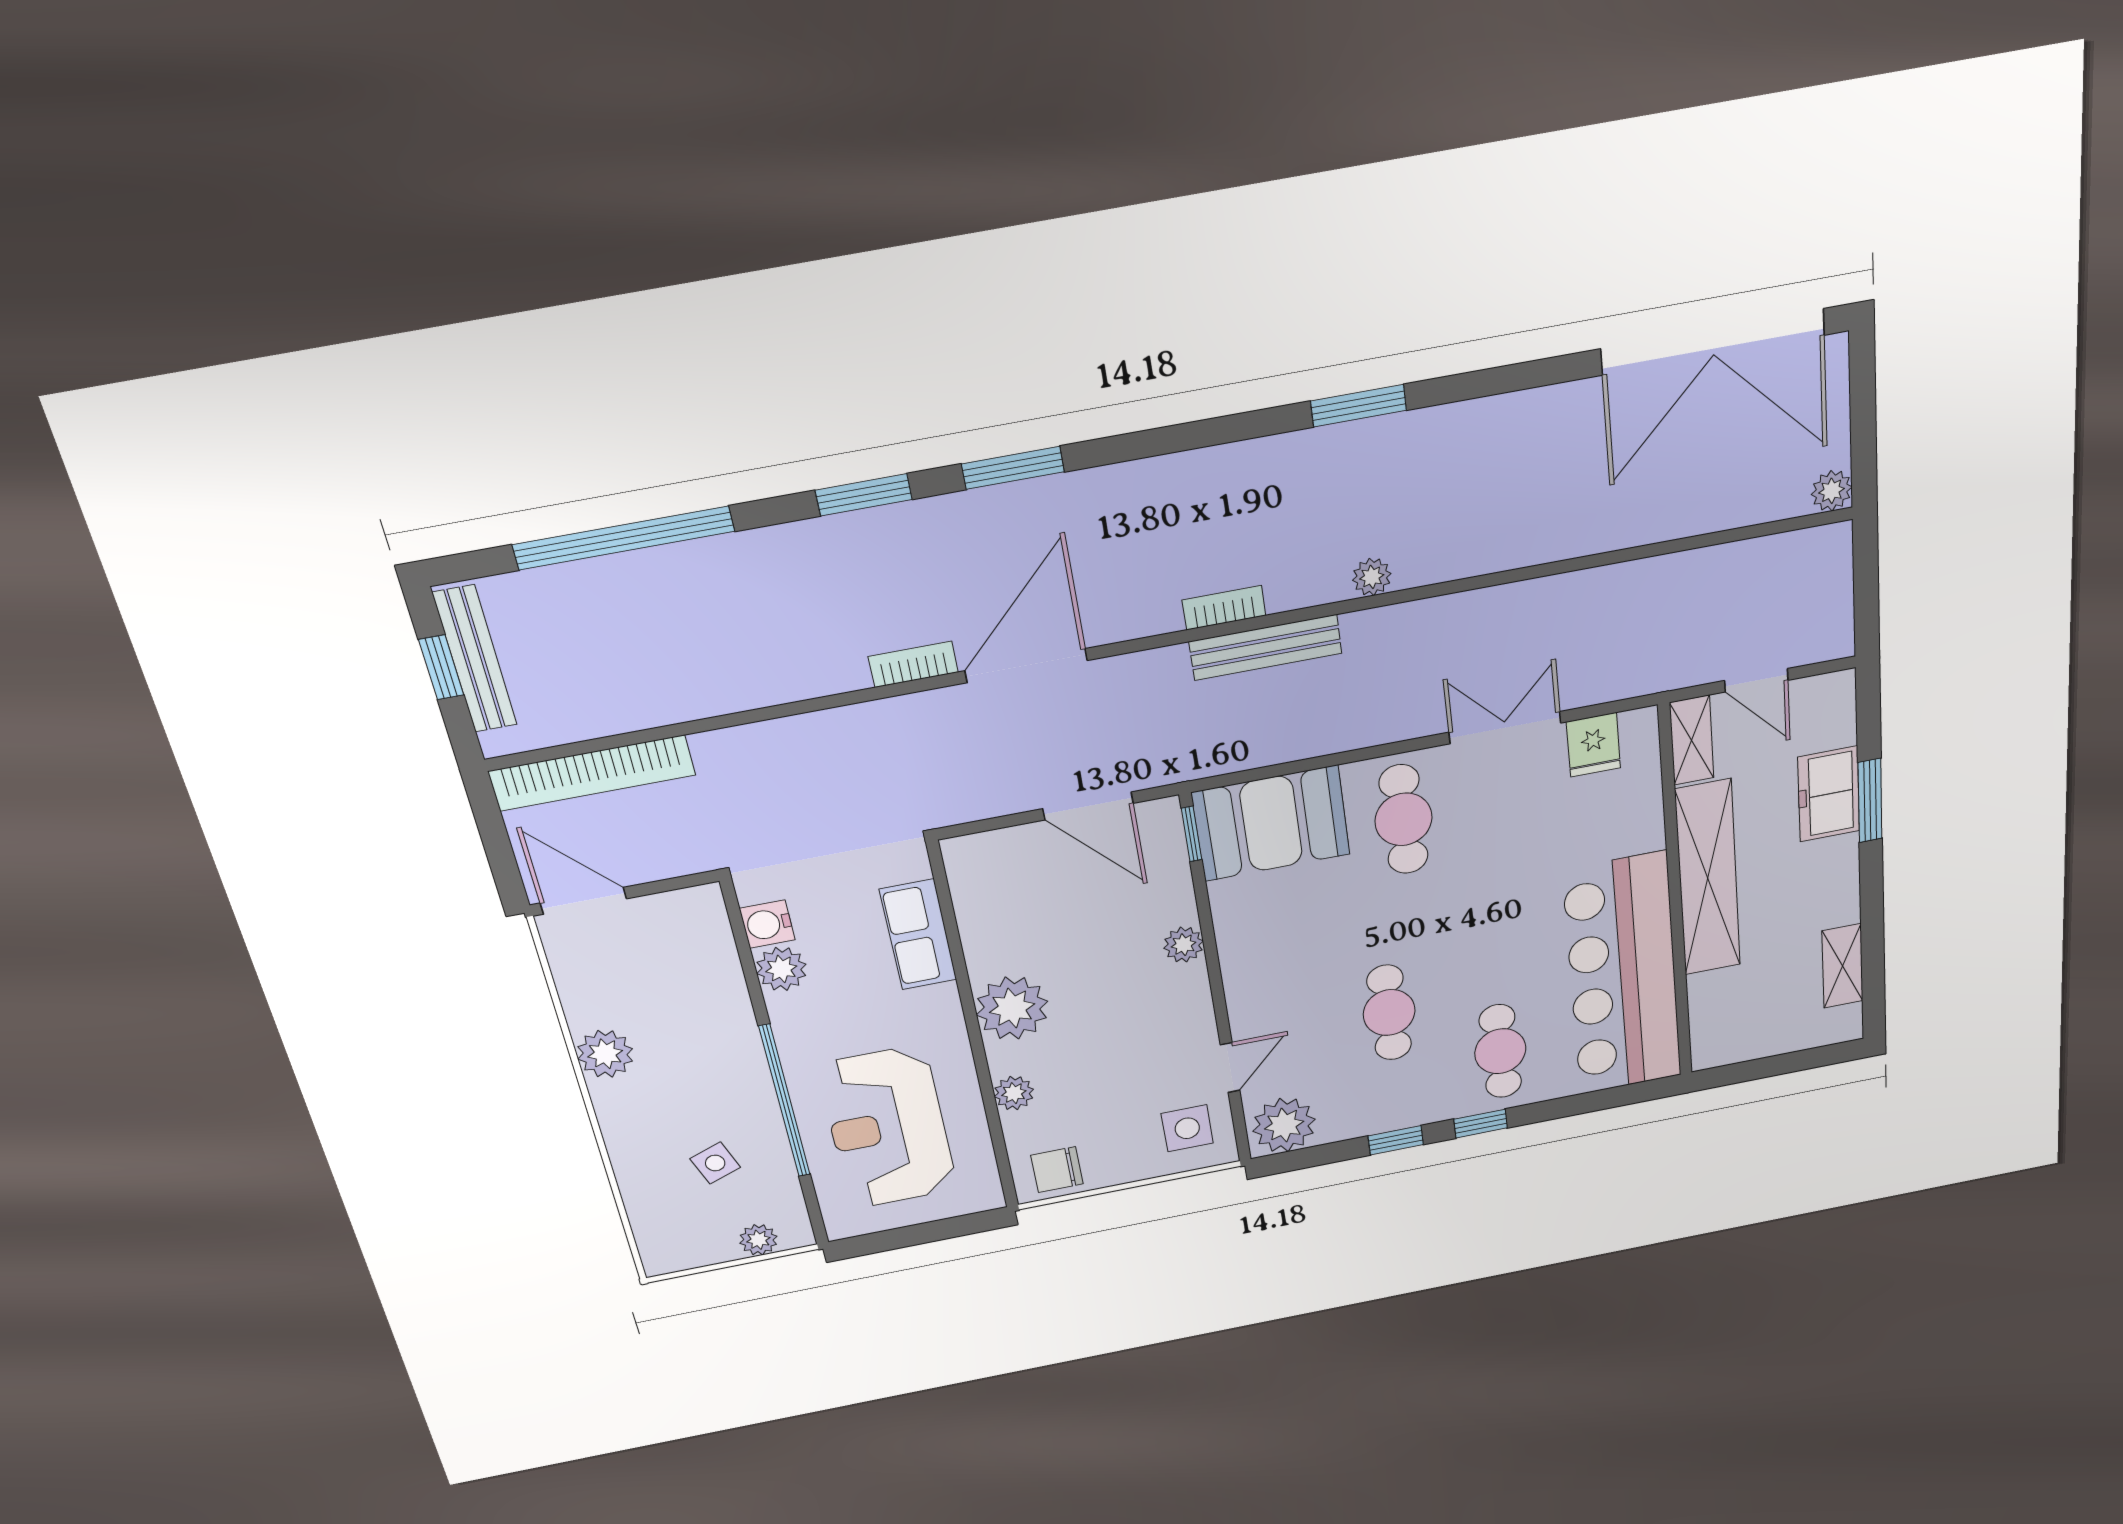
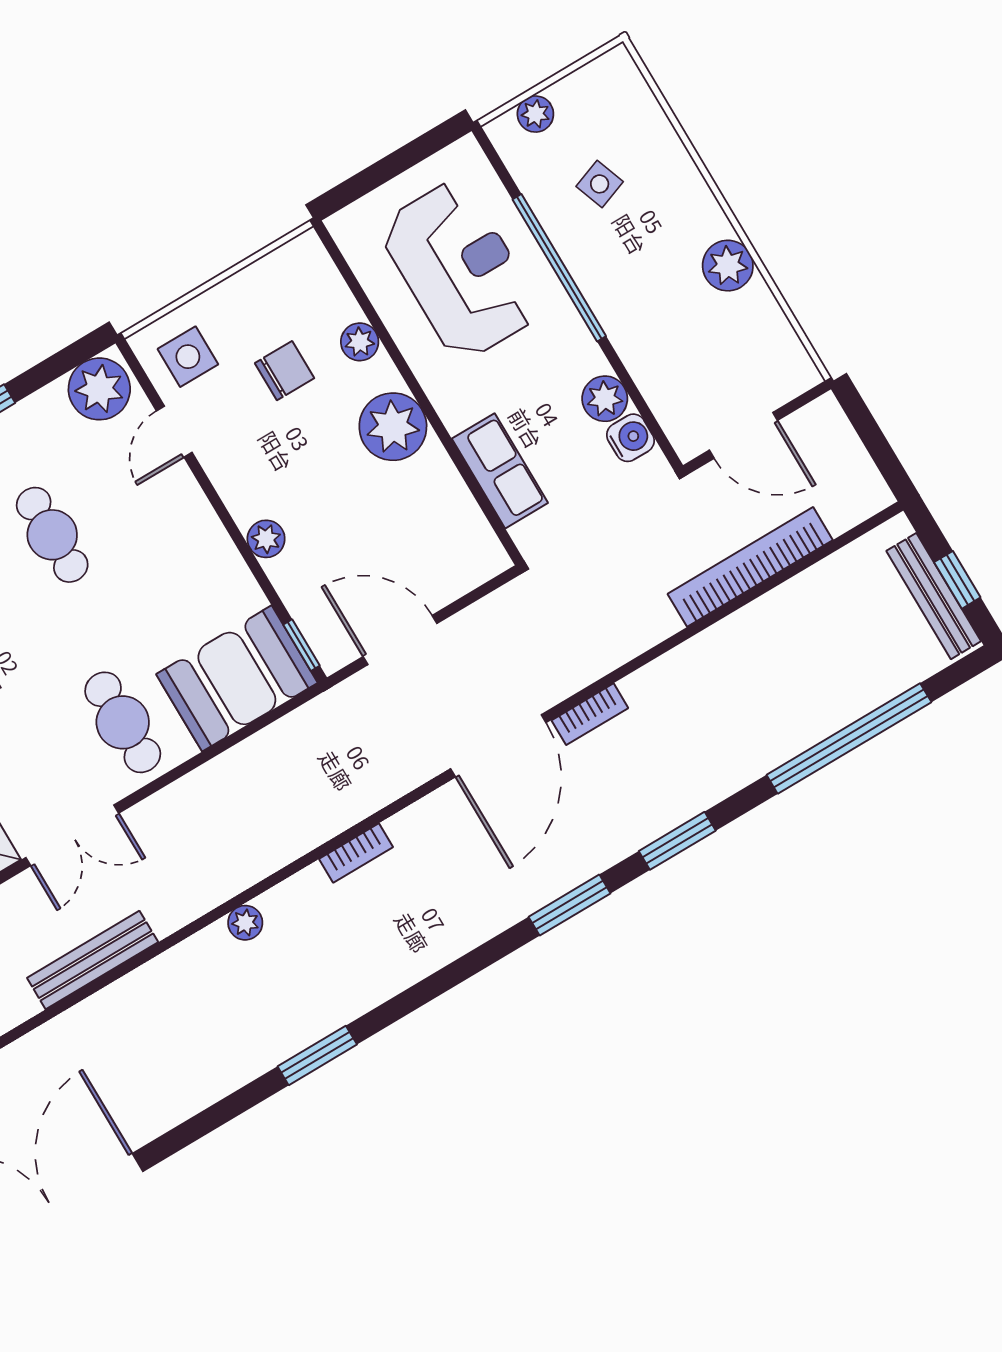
bench: (1266, 647) -> (93, 960), moved
bookcase: (592, 773) -> (750, 567), moved
door: (583, 901) -> (743, 435), moved
chair: (1057, 1170) -> (285, 371), moved

